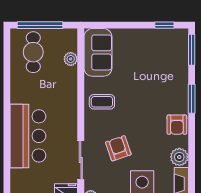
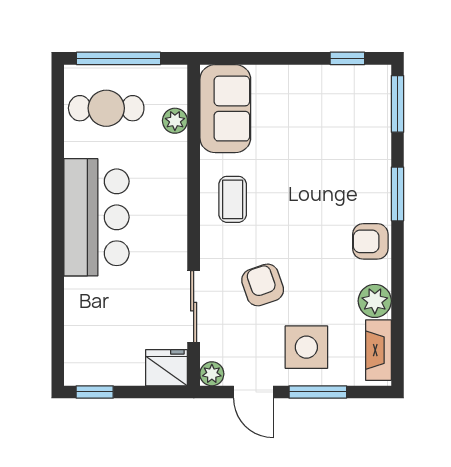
cafe table: (33, 52) -> (106, 108), turned 90
coffee table: (102, 102) -> (233, 199), turned 90
armchair: (177, 125) -> (370, 241), turned 90
bar counter: (28, 136) -> (96, 217), moved

